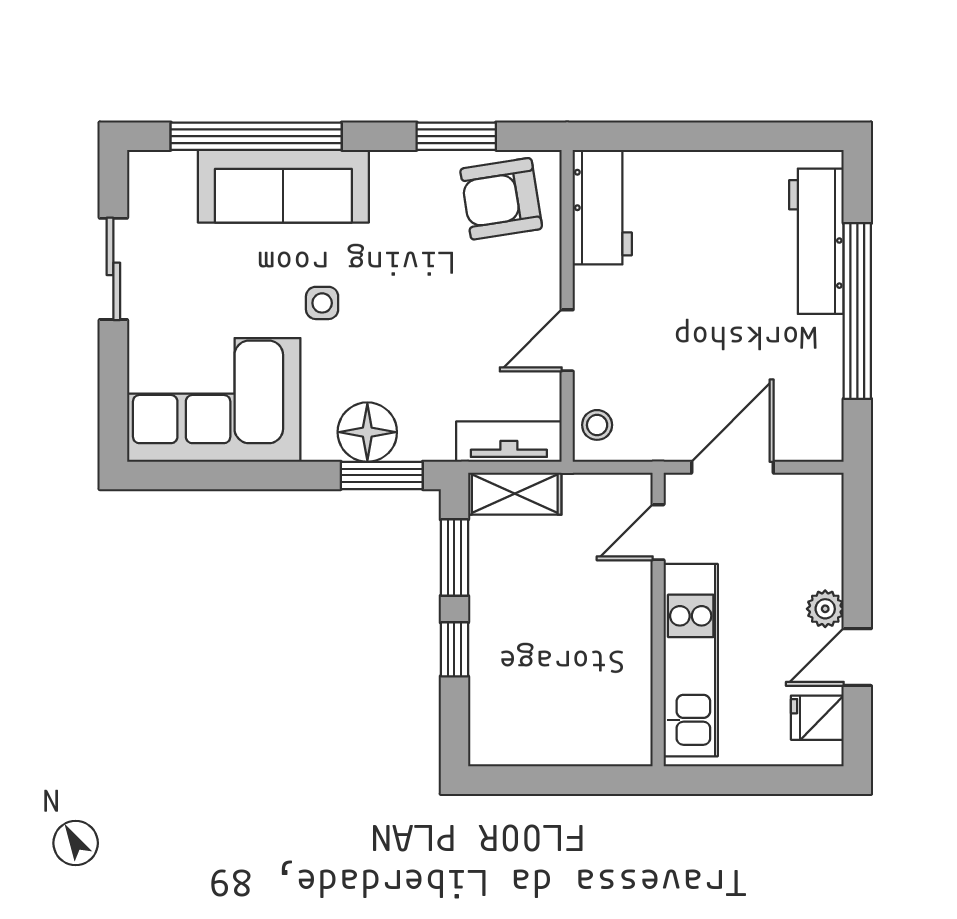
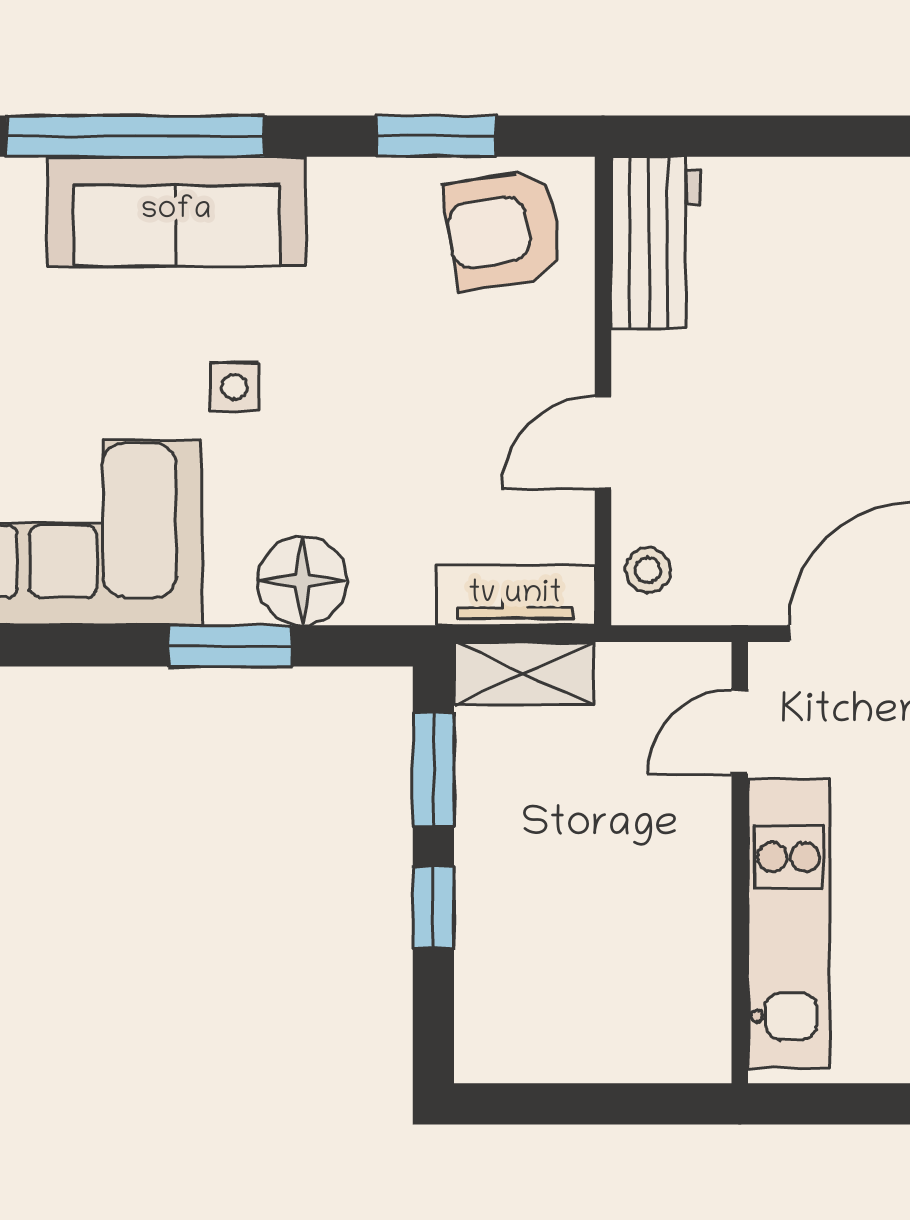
window: (382, 475) -> (230, 646), moved

